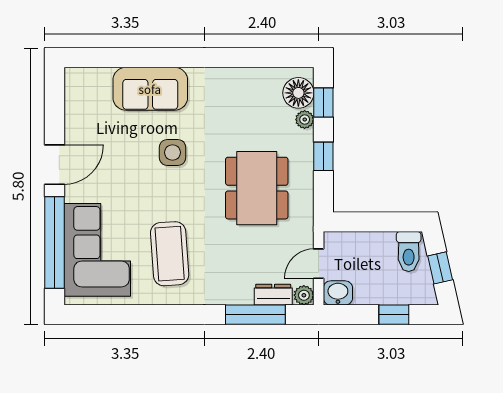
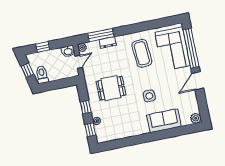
plant: (76, 79) -> (196, 118), added
floor lamp: (298, 93) -> (102, 132), removed
dining table: (257, 188) -> (111, 88), width x0.73
dresser: (273, 295) -> (108, 42), moved

